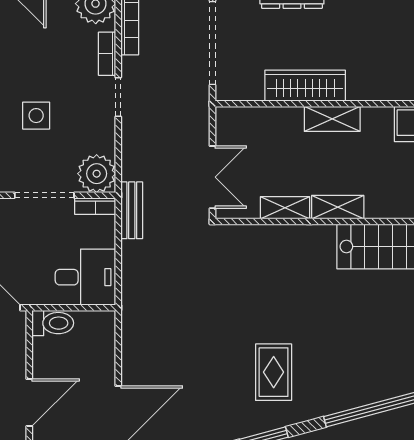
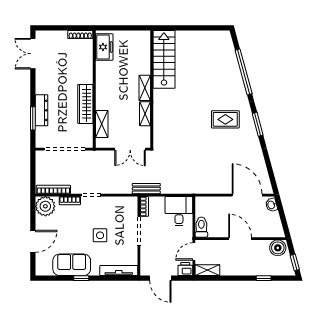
shelving: (332, 119) -> (102, 124), moved
plant: (97, 174) -> (128, 206), removed
double door: (212, 177) -> (130, 149), swing flipped

